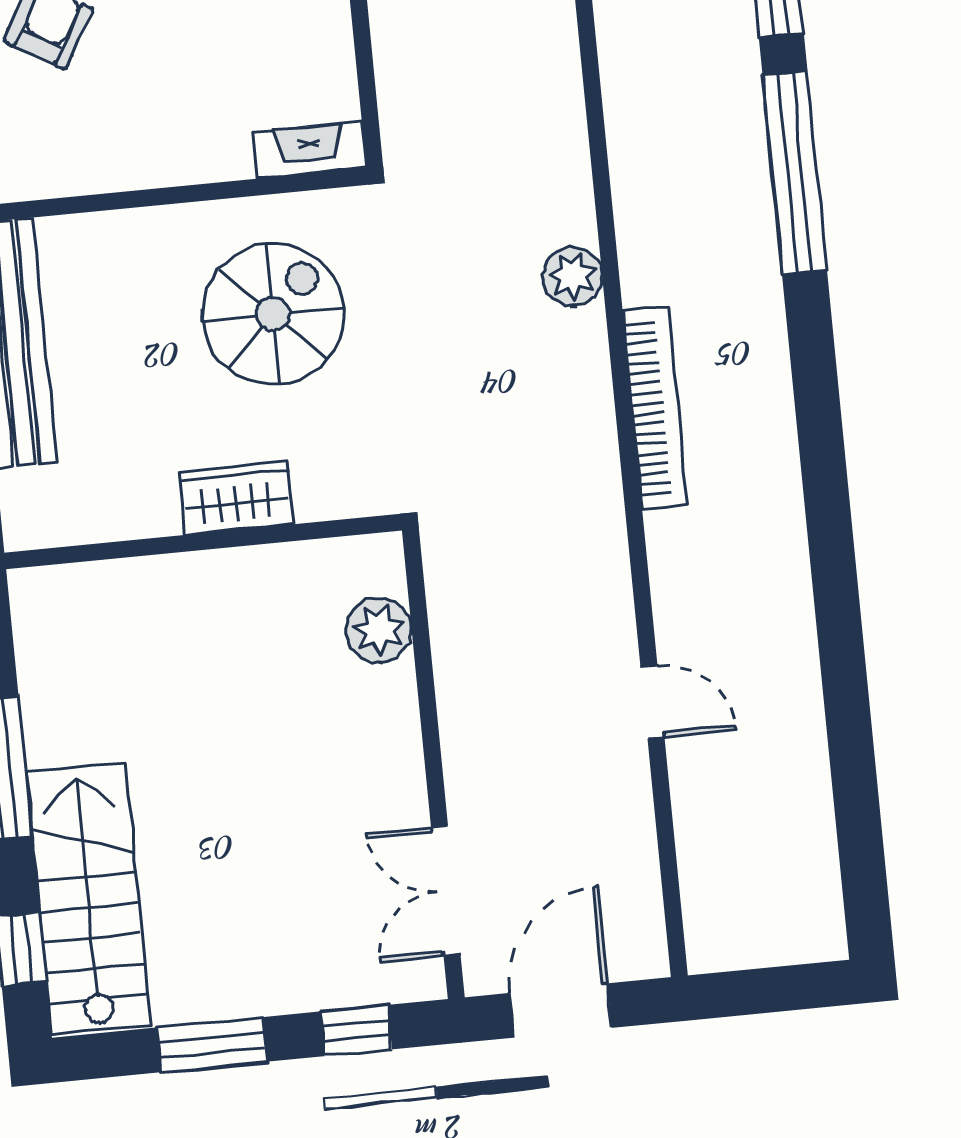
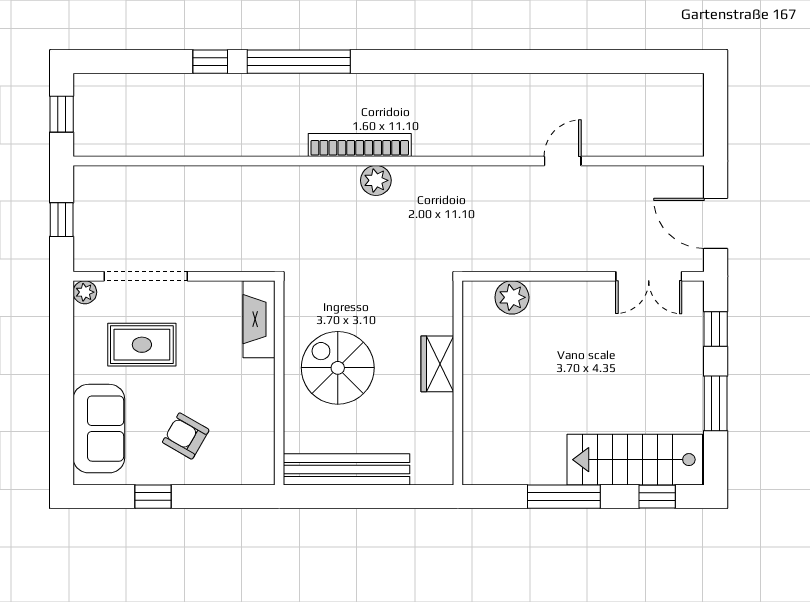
fireplace: (309, 150) -> (259, 319), width x1.37, depth x1.32
plant: (573, 276) -> (376, 180), moved
spiral stairs: (273, 314) -> (338, 368), moved
bookcase: (655, 408) -> (360, 145), moved

